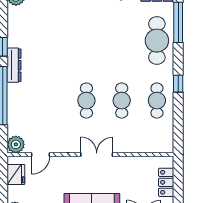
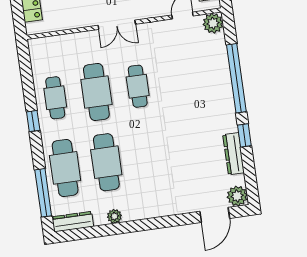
cafe table: (122, 41) -> (106, 162), added
dresser: (14, 65) -> (234, 154), moved
cafe table: (122, 101) -> (96, 92), width x1.37, depth x1.35

